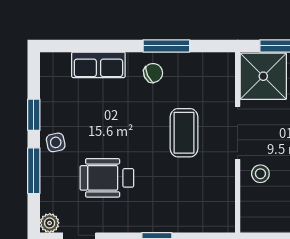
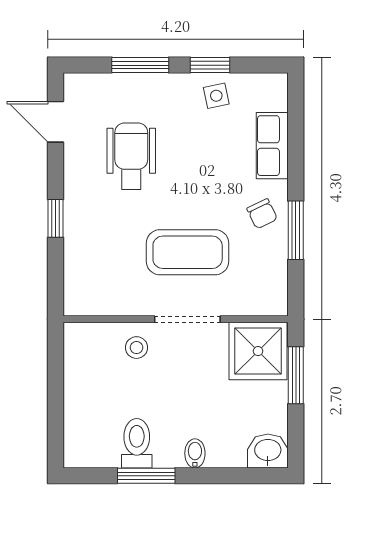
coffee table: (184, 133) -> (188, 252), width x1.36, depth x1.32
side table: (56, 142) -> (216, 96), moved
plant: (50, 223) -> (75, 85), removed

